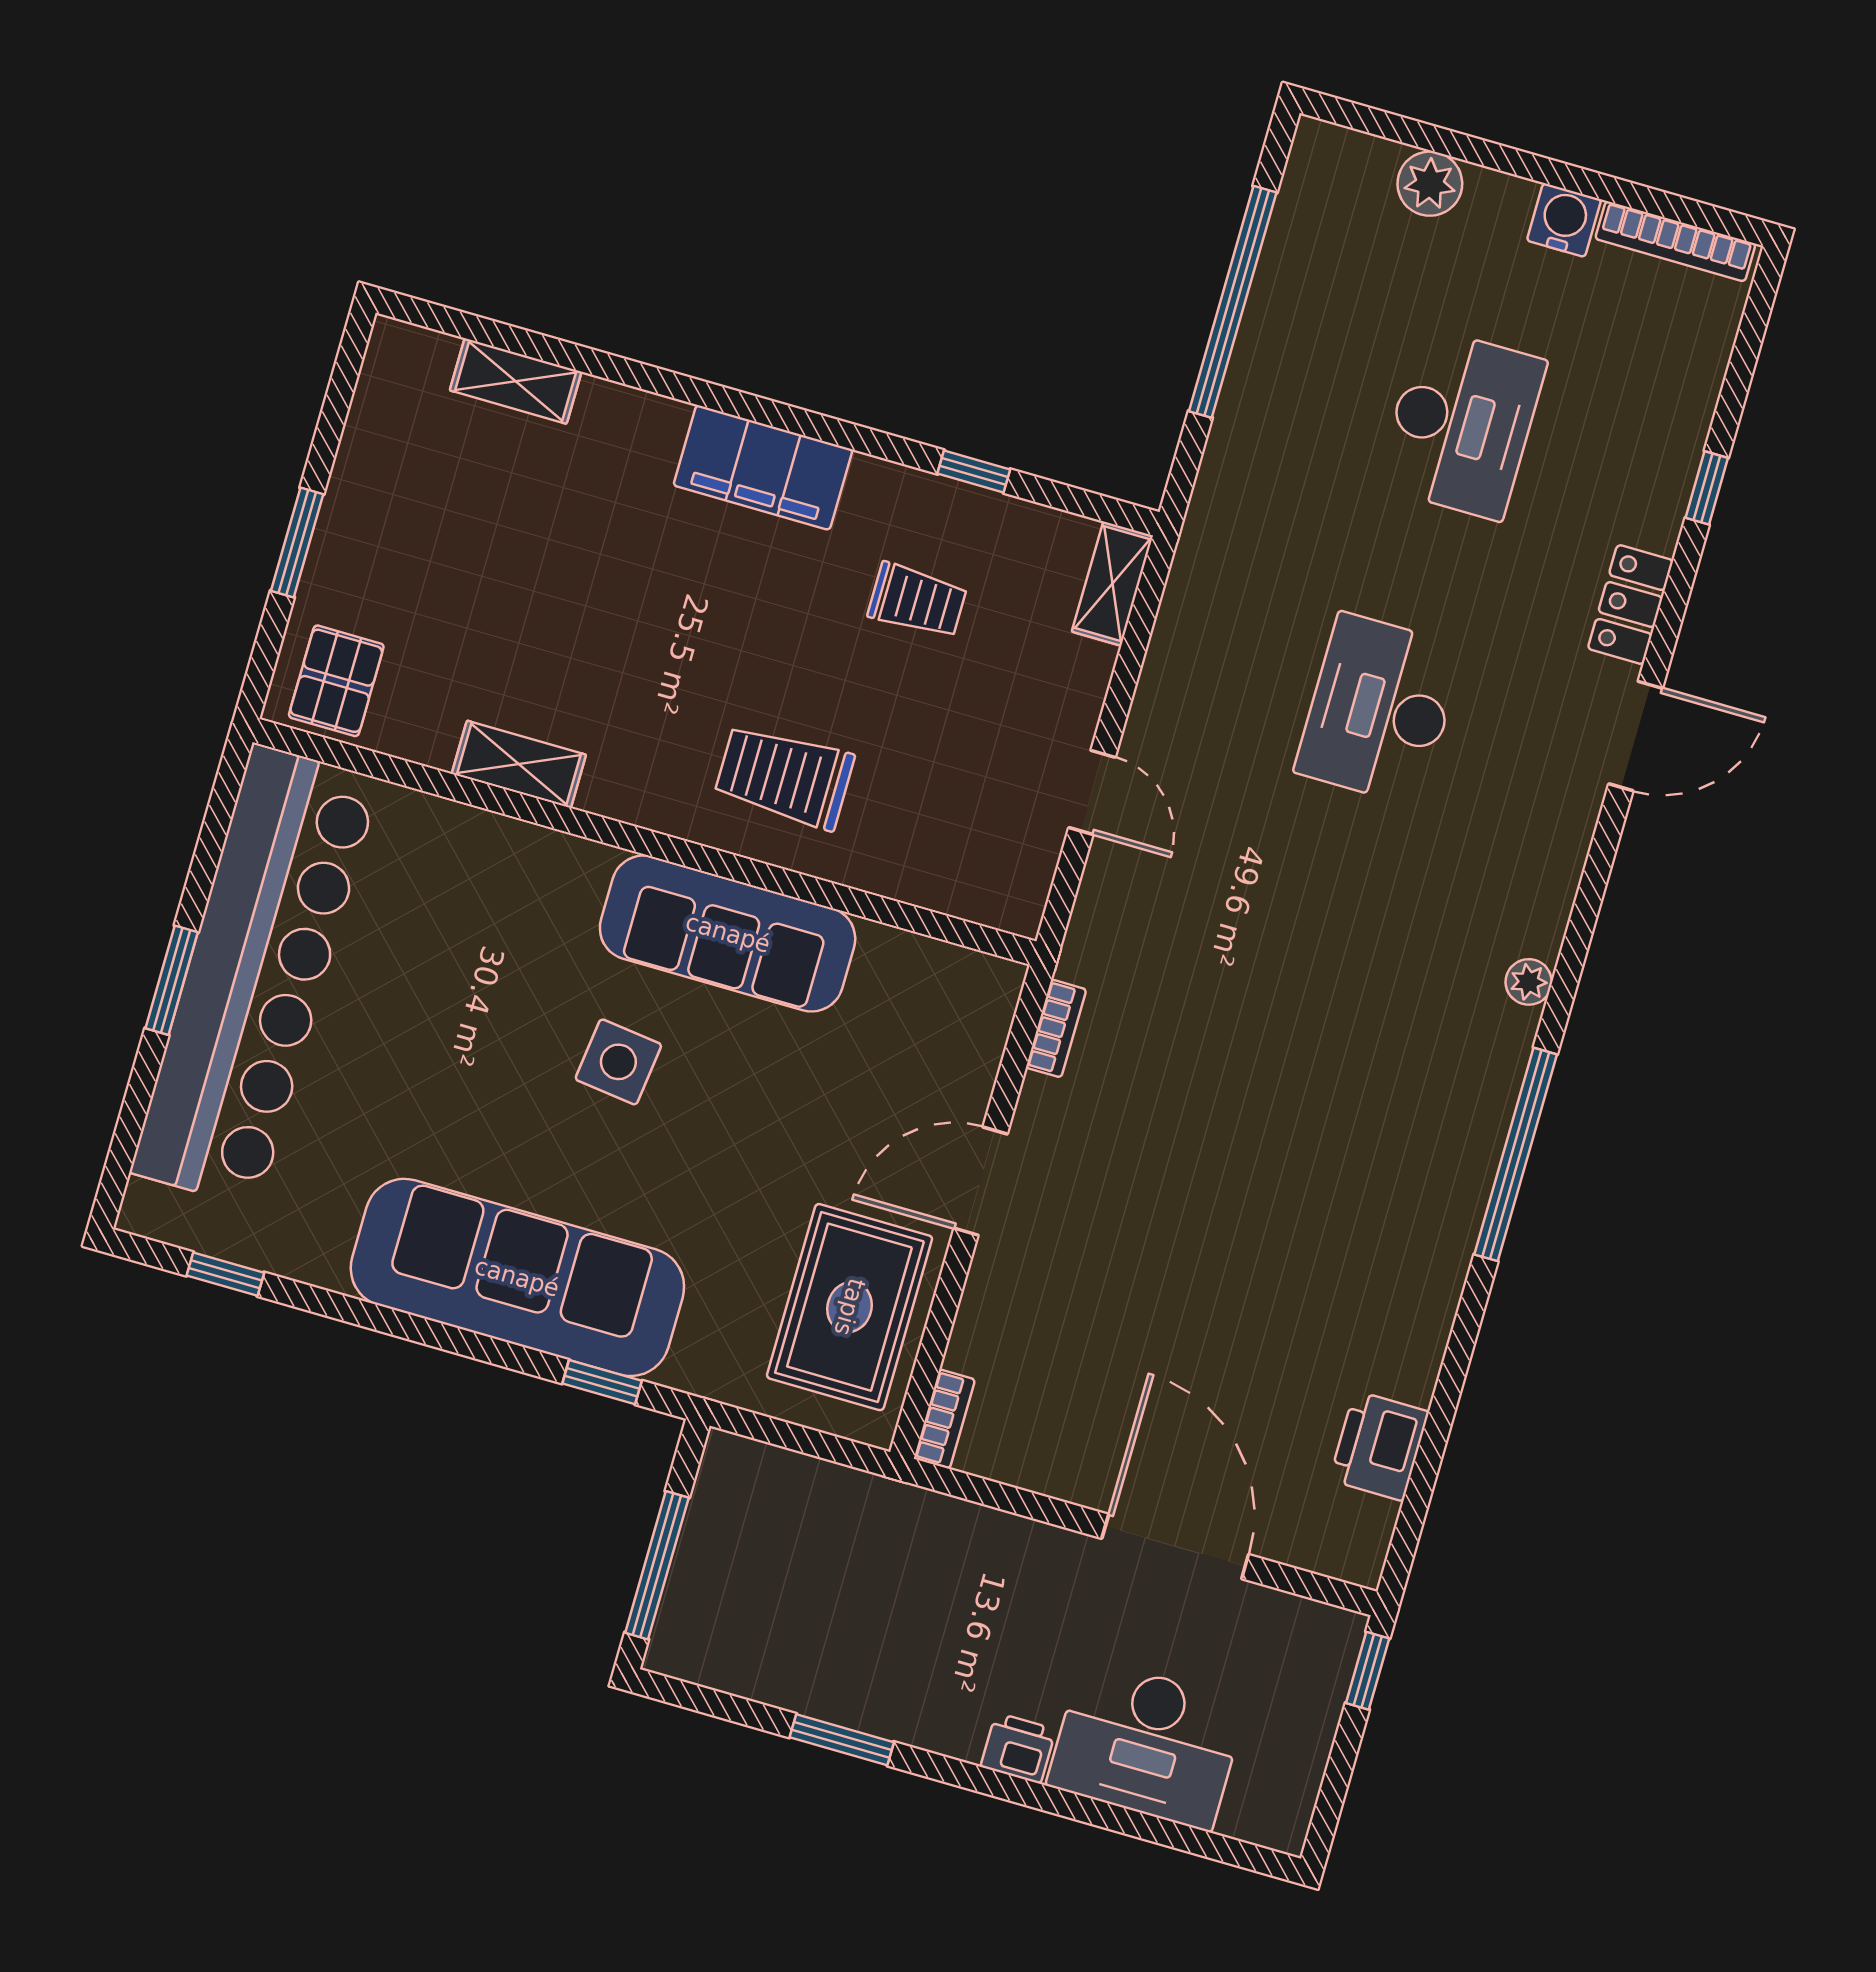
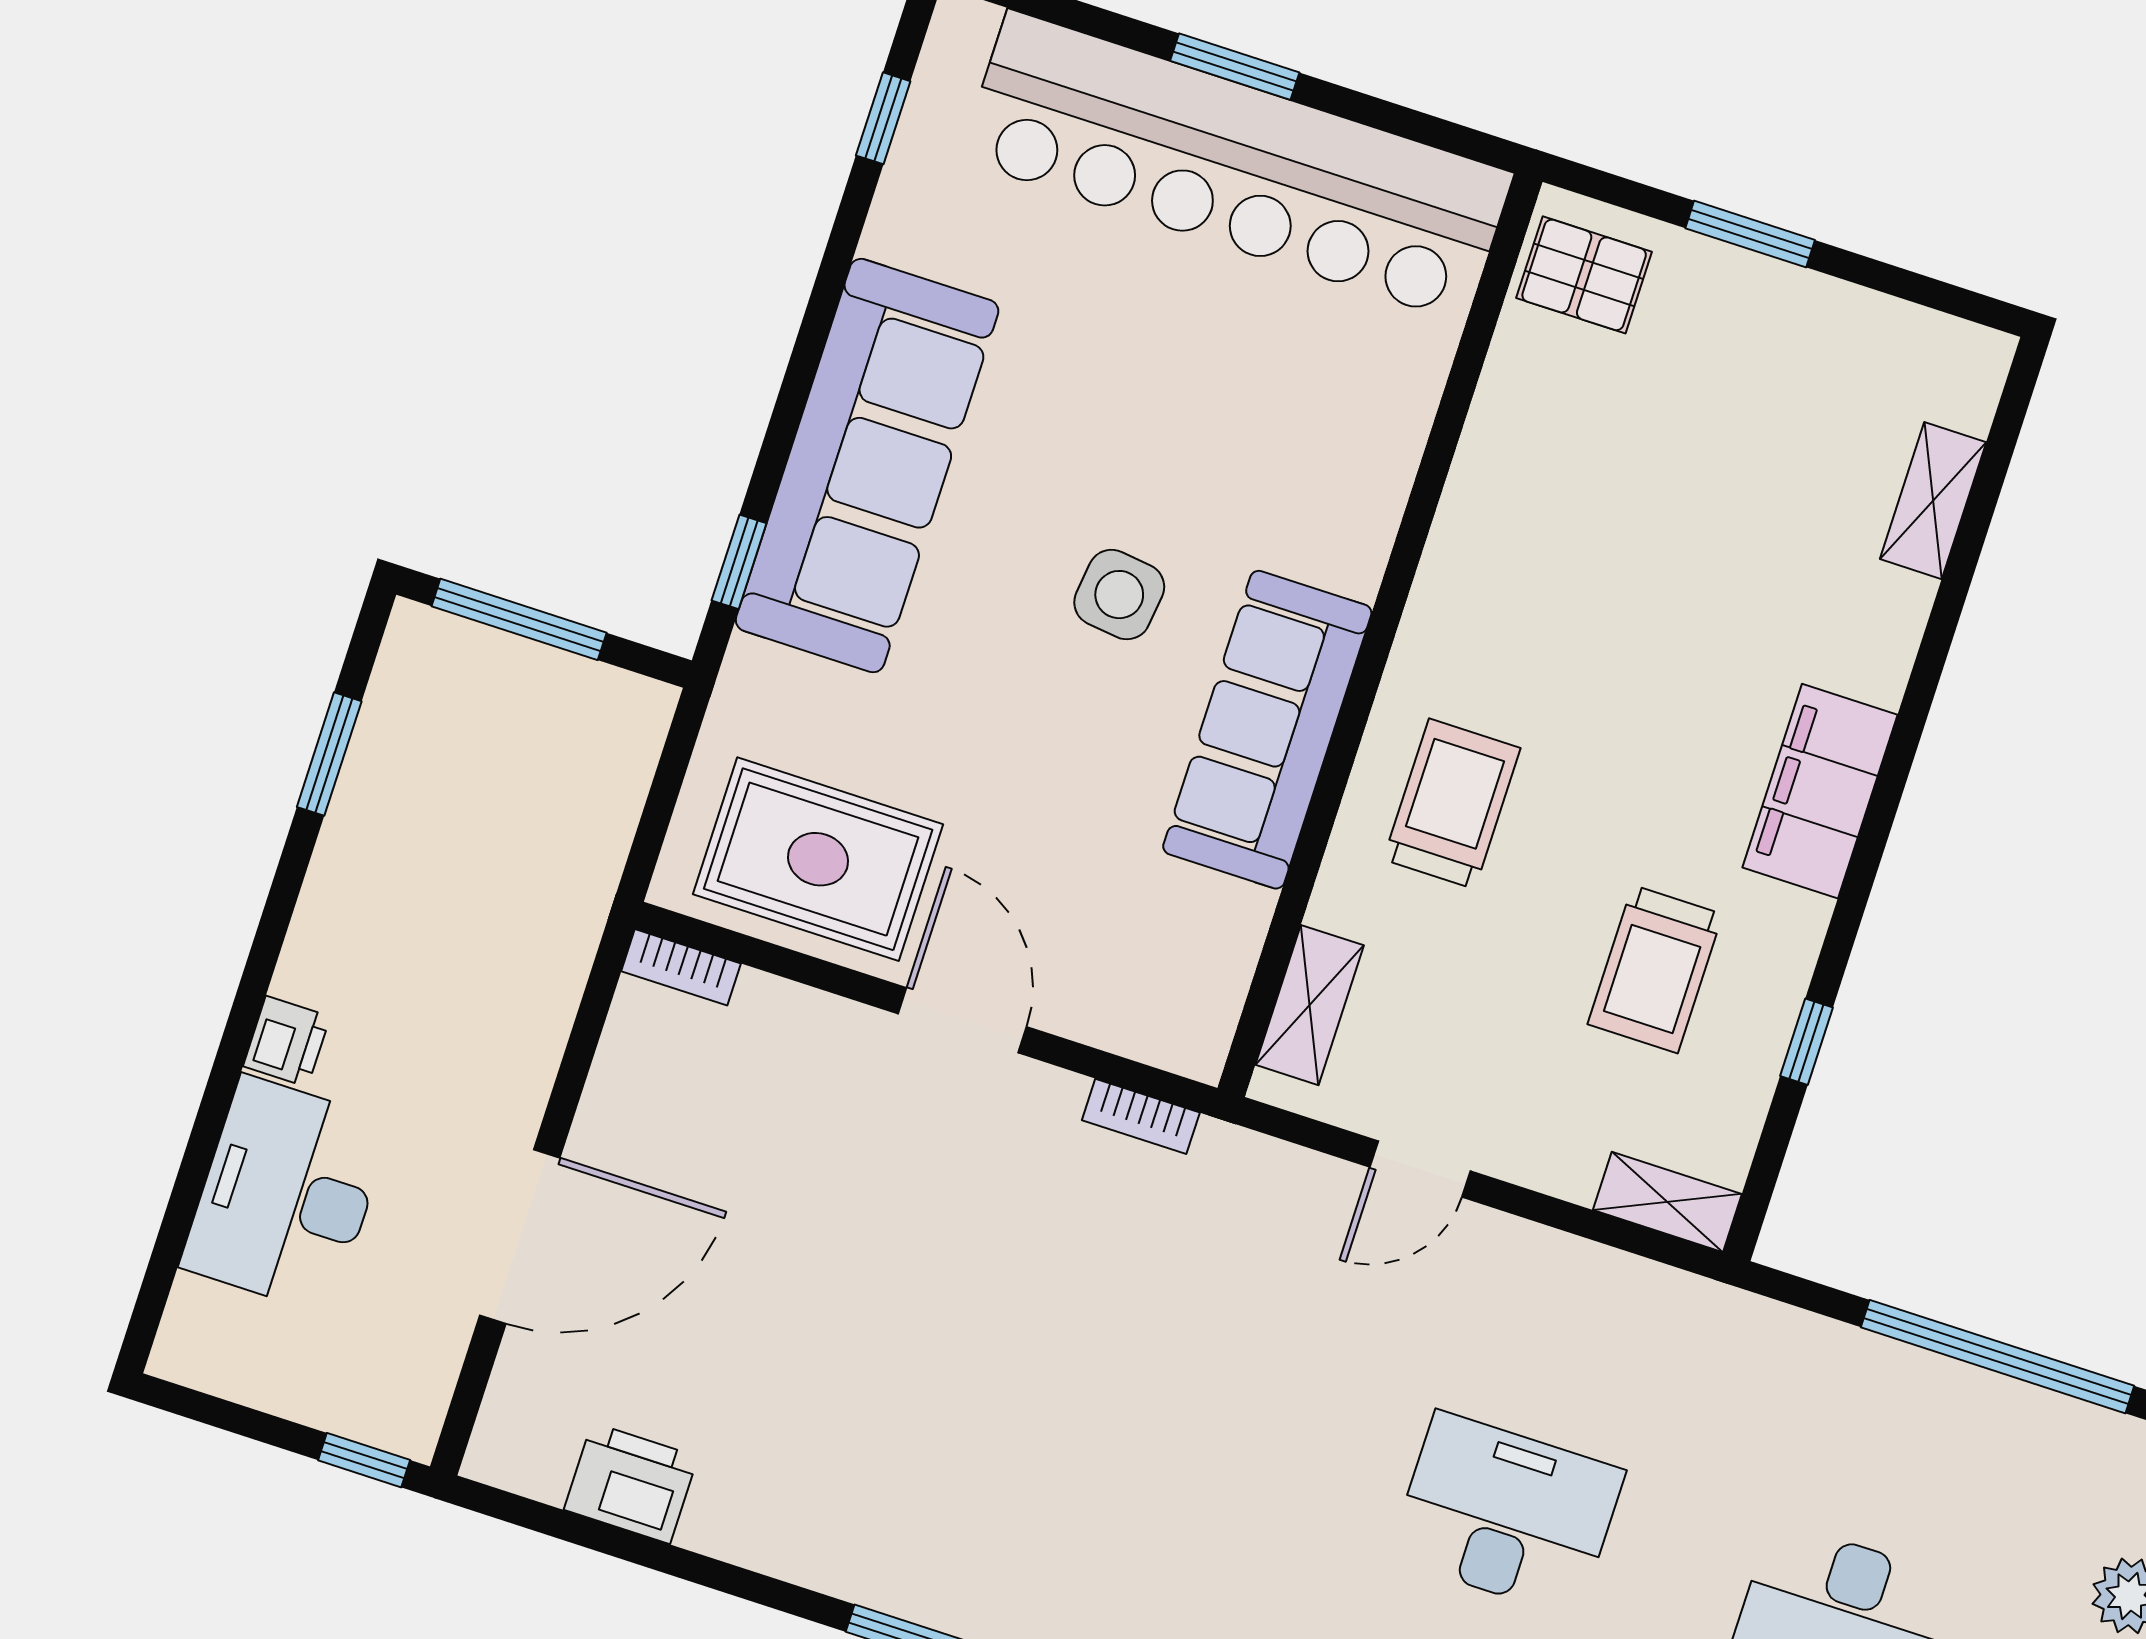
trolley: (917, 601) -> (1655, 969), width x1.36, depth x1.39
shelving: (519, 764) -> (1310, 1005), moved
window: (842, 1740) -> (329, 754), moved

